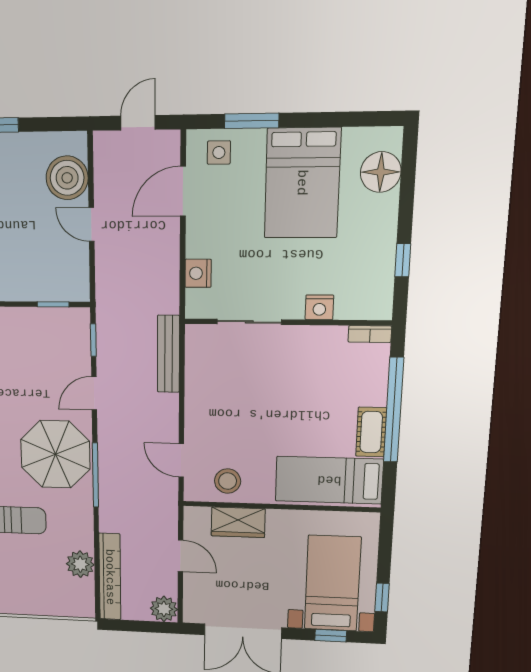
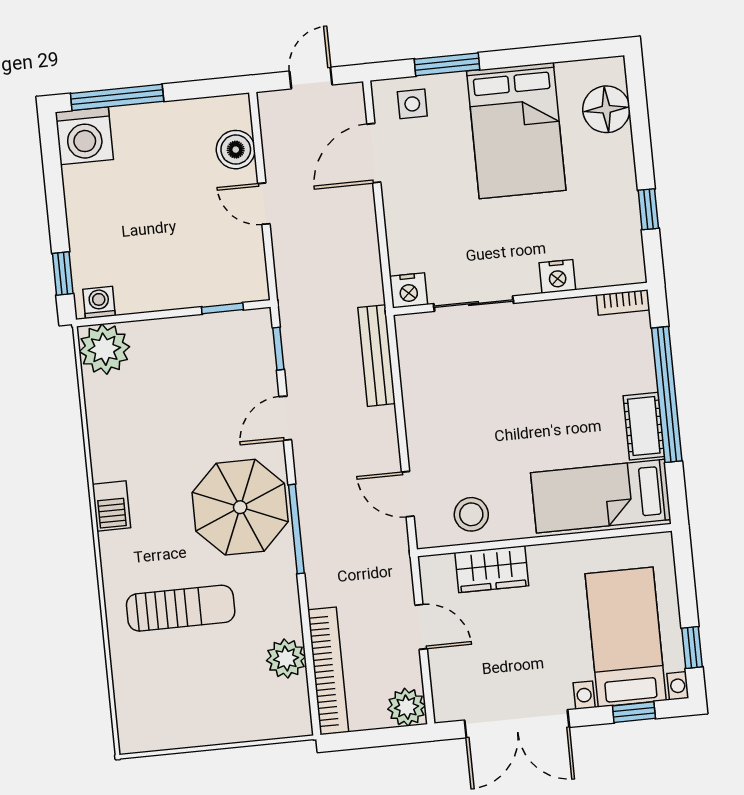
boiler: (67, 178) -> (236, 150), width x0.73, depth x0.73
nightstand: (198, 273) -> (409, 290), moved, turned -90

